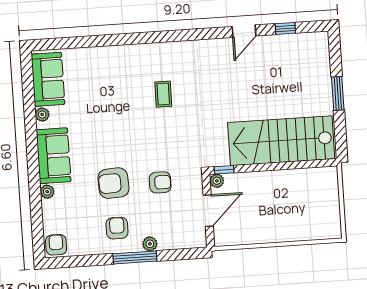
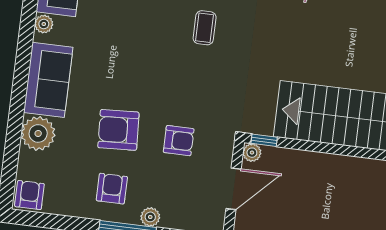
plant: (47, 192) -> (38, 133), width x1.87, depth x1.87

